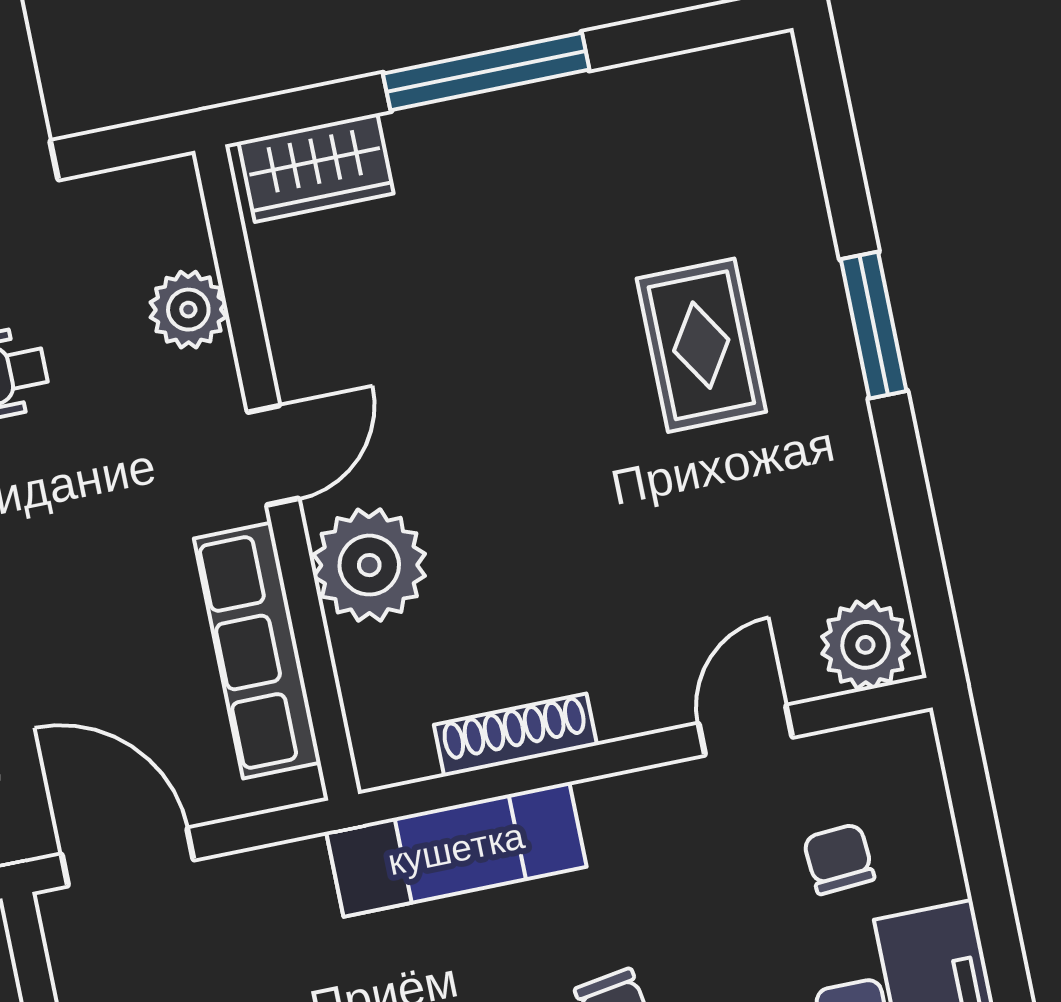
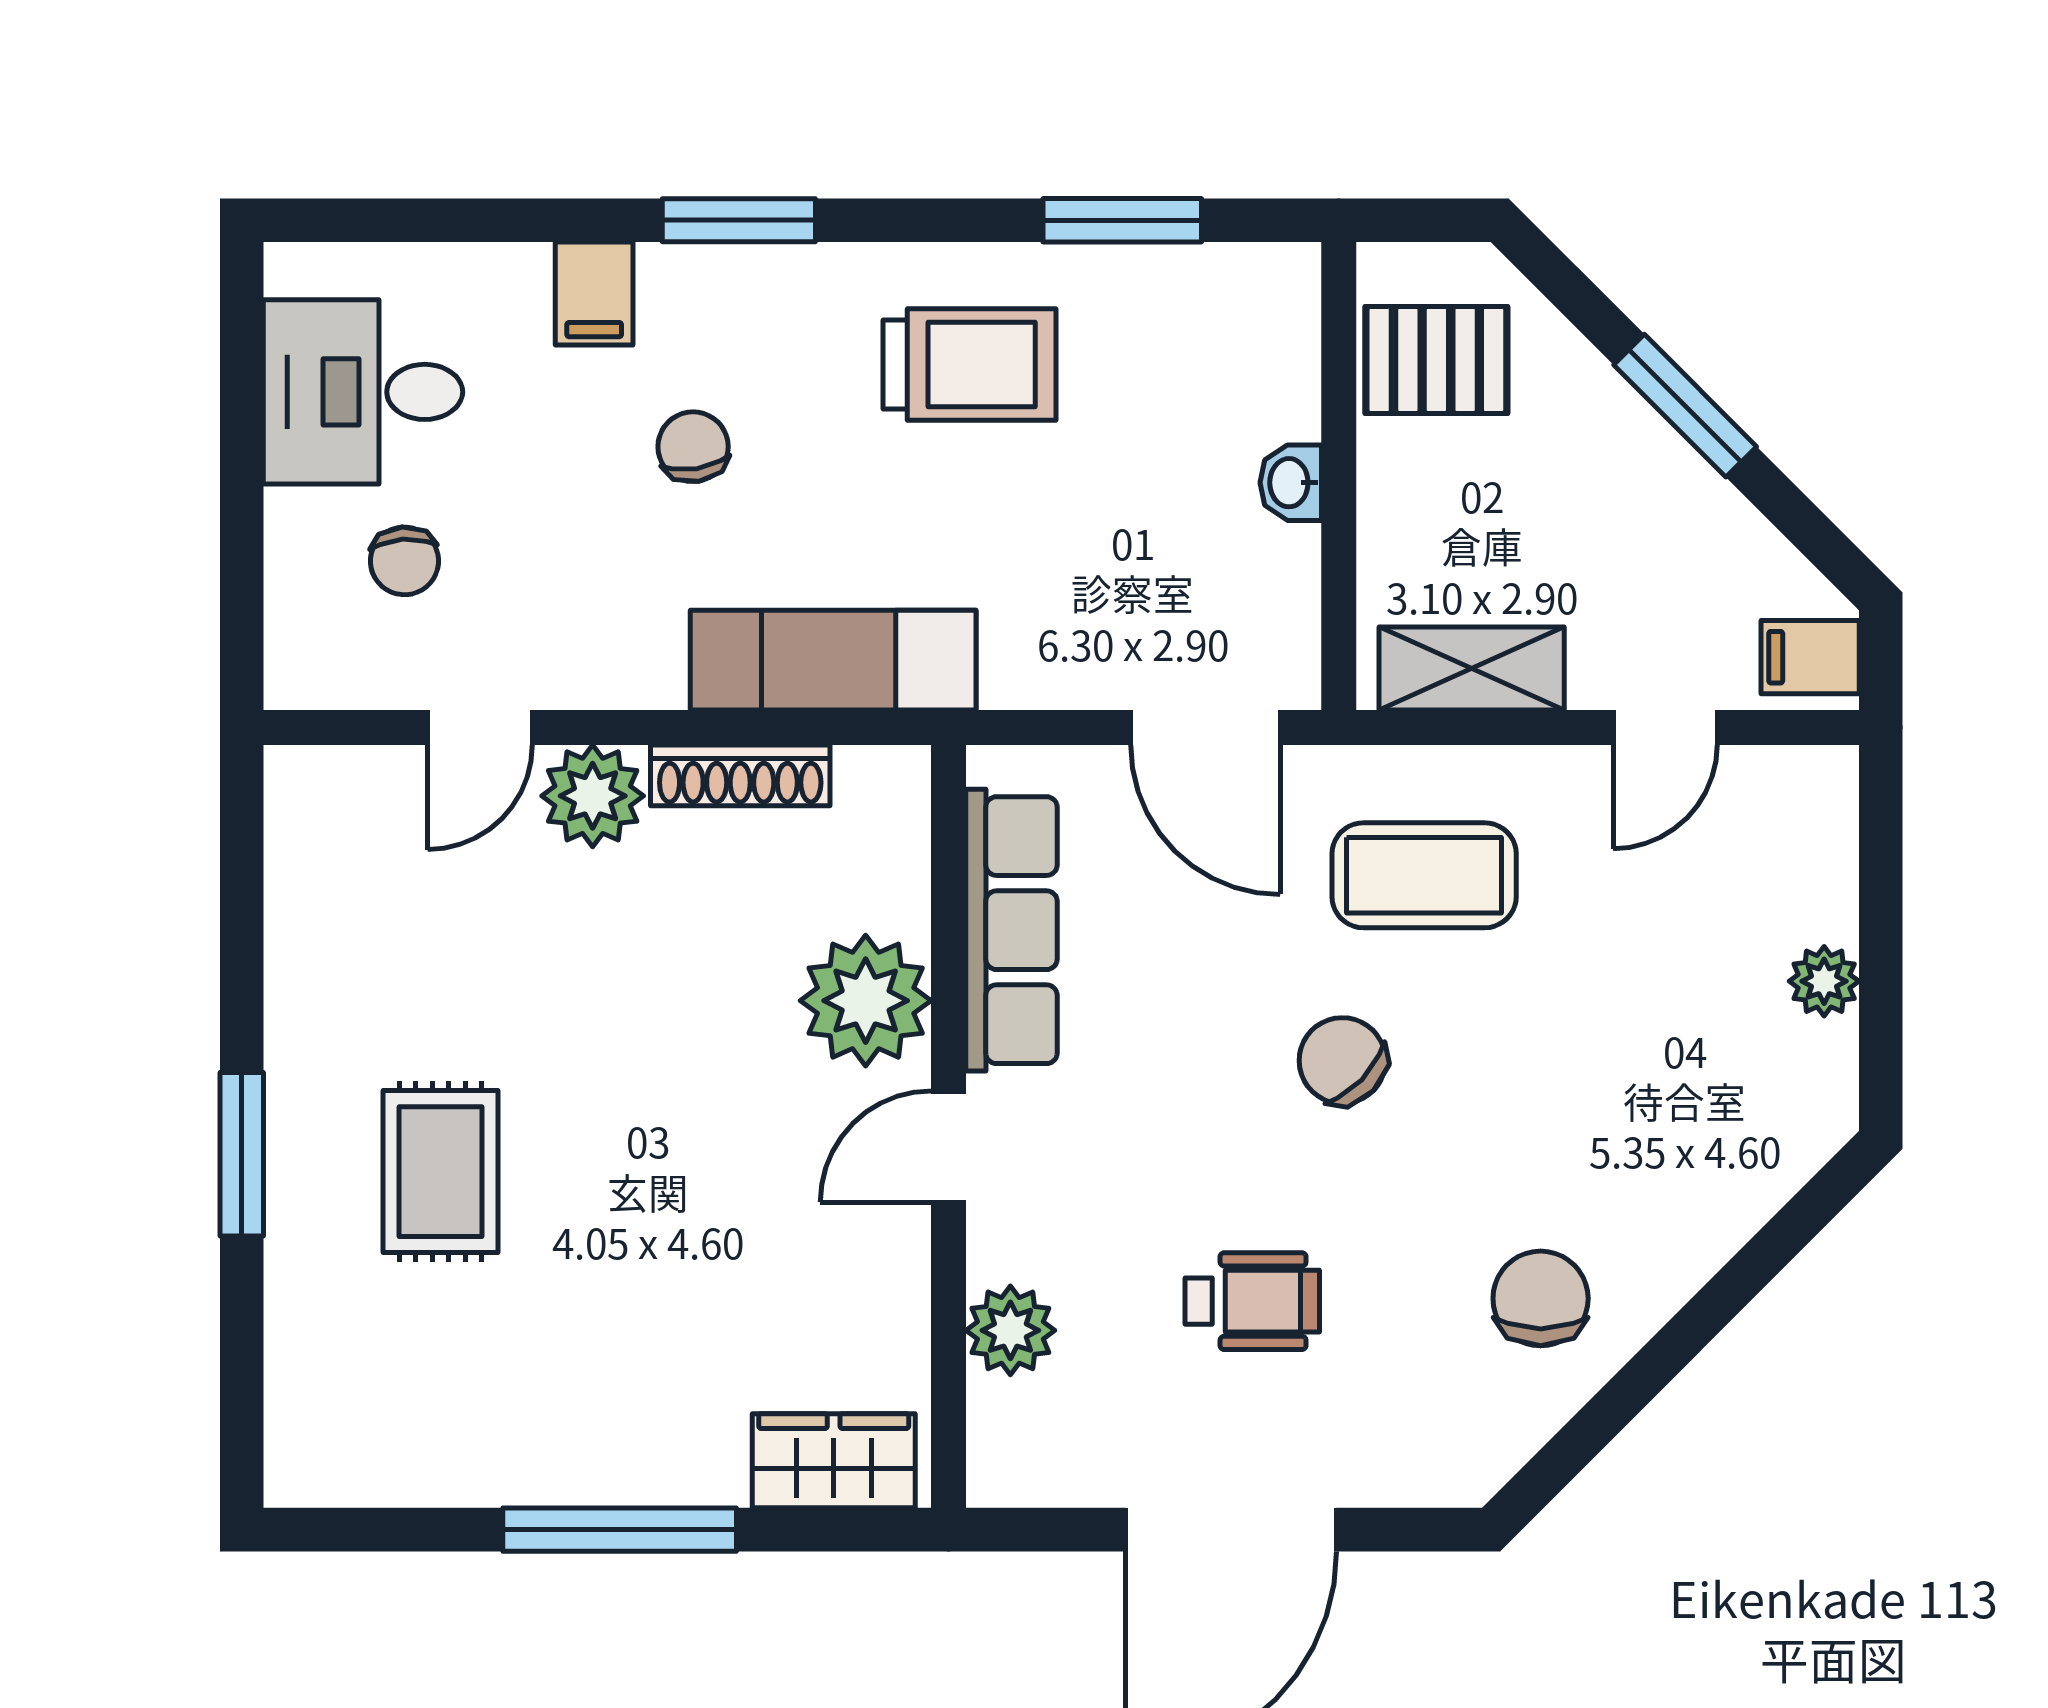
plant: (865, 645) -> (593, 796), moved

